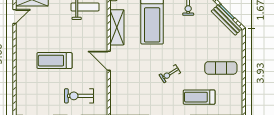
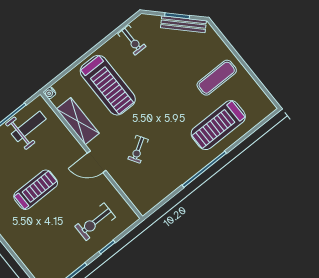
treadmill: (54, 61) -> (36, 190), moved, turned 180
exercise bike: (170, 74) -> (138, 149), moved
treadmill: (199, 97) -> (218, 125), width x1.37, depth x1.38

